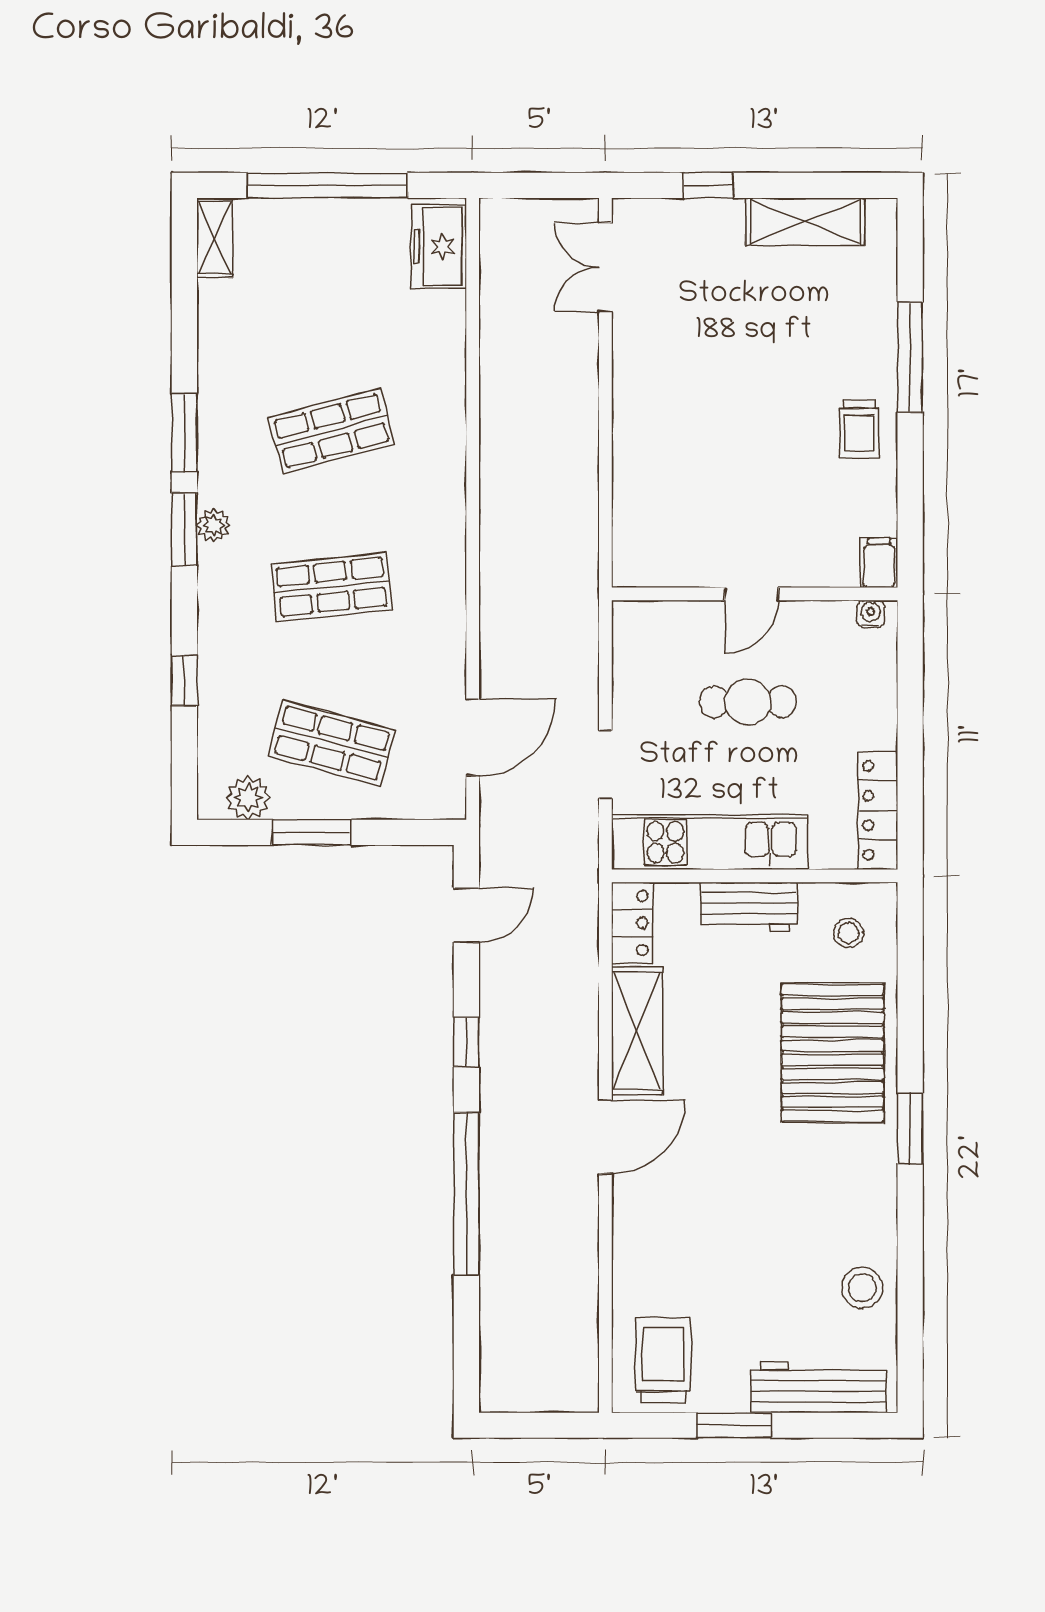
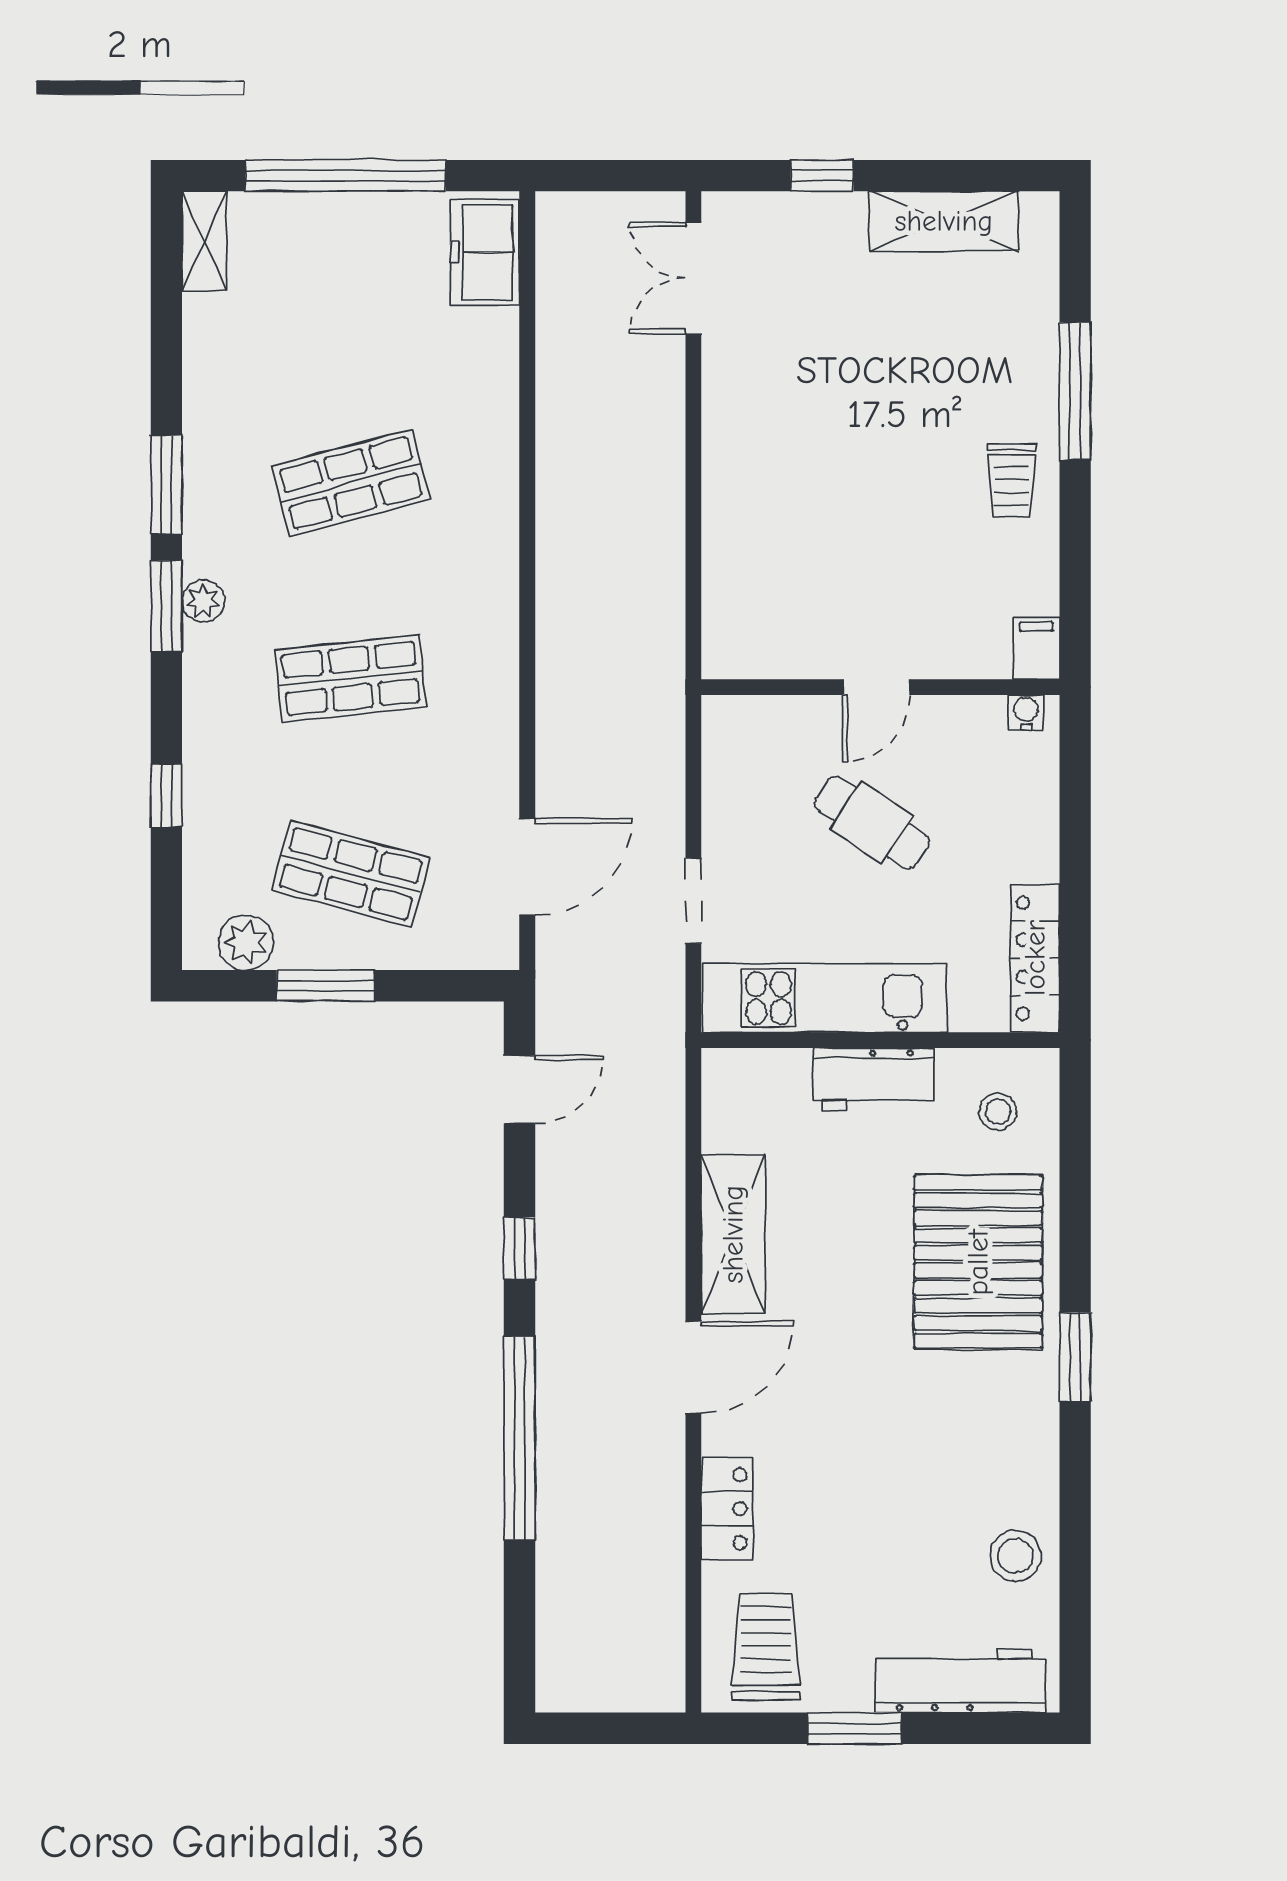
cafe table: (748, 702) -> (872, 822), turned 34
locker: (632, 923) -> (727, 1509), moved

